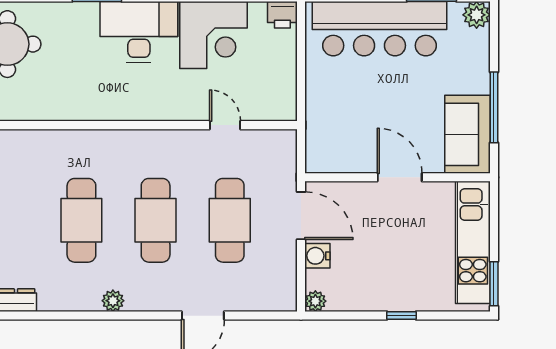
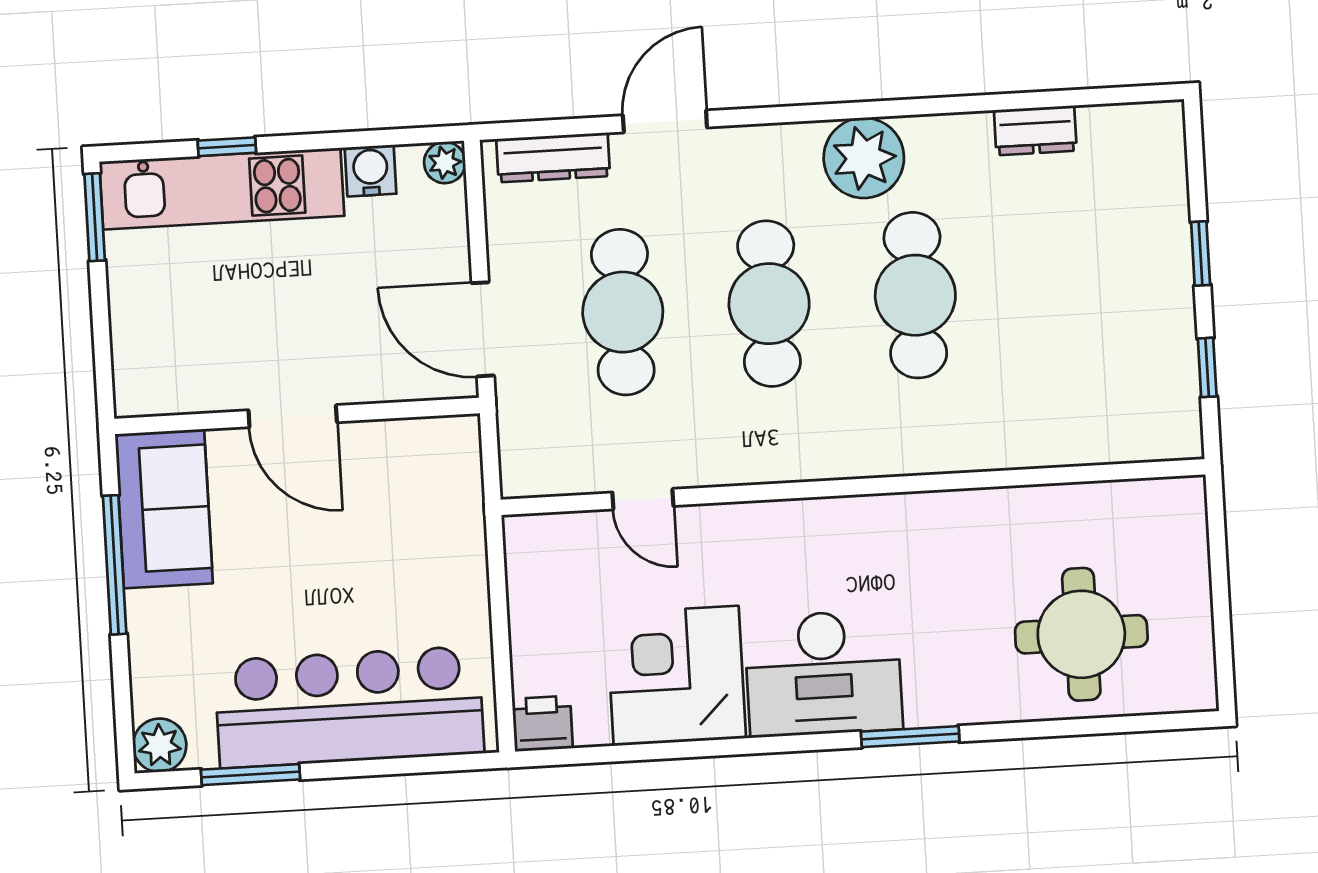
kitchen unit: (473, 242) -> (222, 189), moved, turned 90
water cooler: (317, 256) -> (370, 171), moved, turned -90
plant: (113, 301) -> (864, 158), width x1.87, depth x1.87
dresser: (260, 301) -> (553, 157), added
window: (401, 316) -> (227, 147), moved

